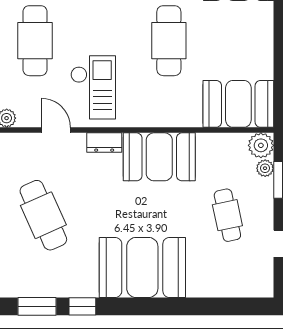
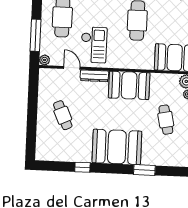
dresser: (104, 142) -> (94, 76), width x1.44
cafe table: (43, 215) -> (63, 115), width x0.73, depth x0.74
window: (37, 306) -> (144, 170), moved

